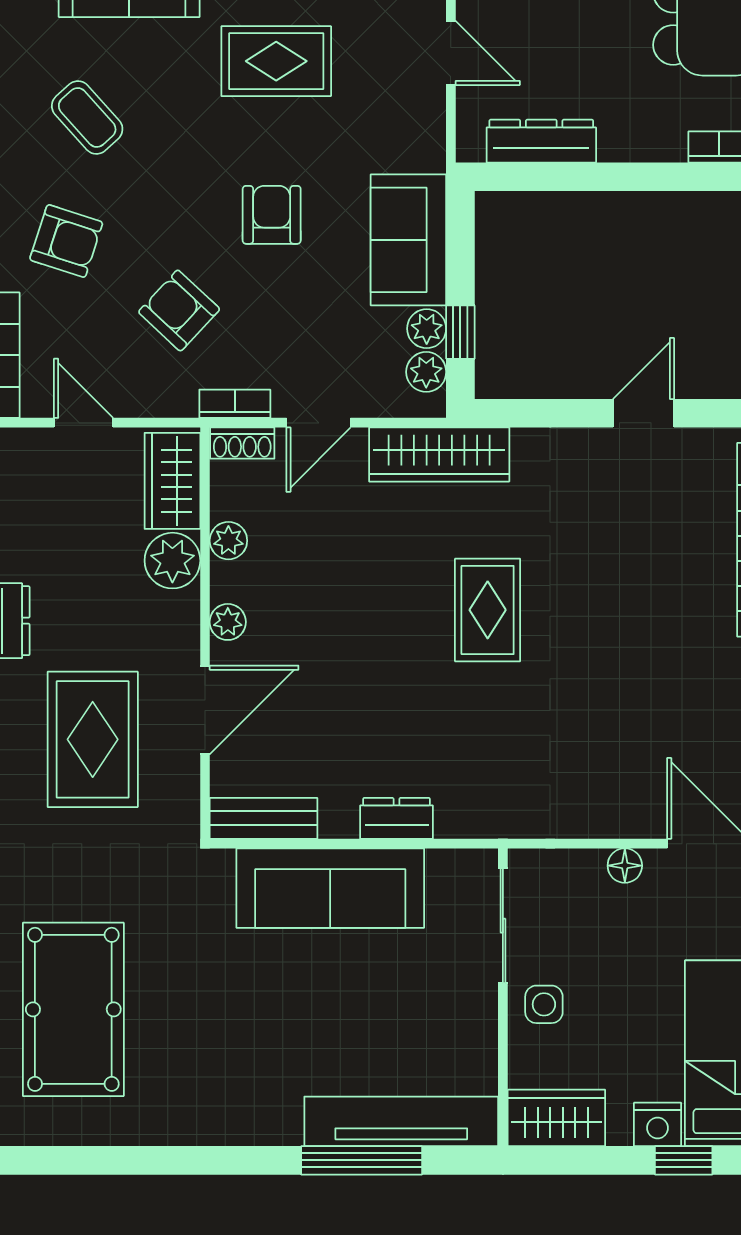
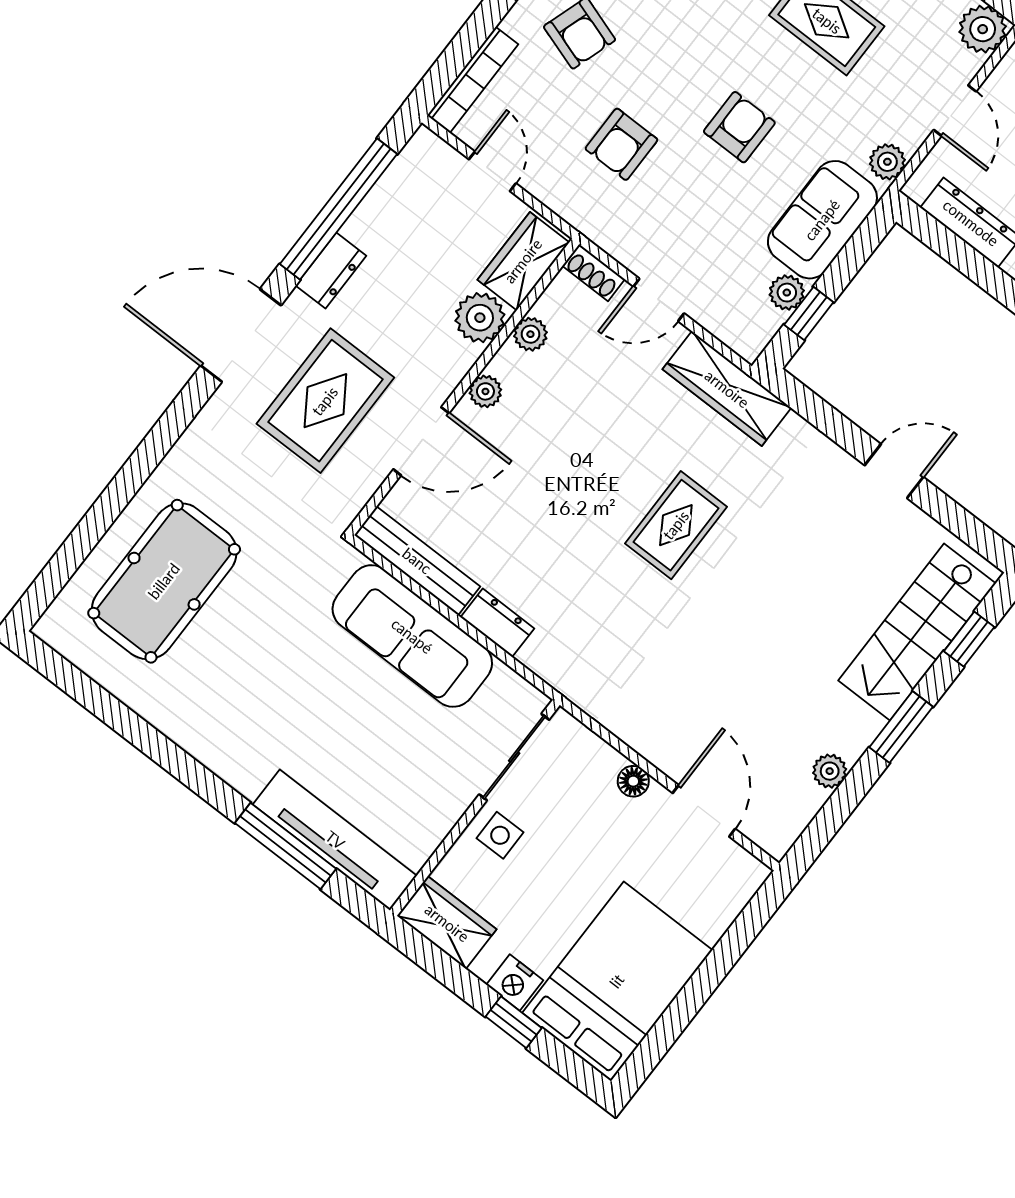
armchair: (179, 311) -> (621, 144), turned -133
plant: (426, 372) -> (887, 162), moved
bookcase: (235, 404) -> (610, 241), removed
bench: (264, 818) -> (417, 561), width x1.36

